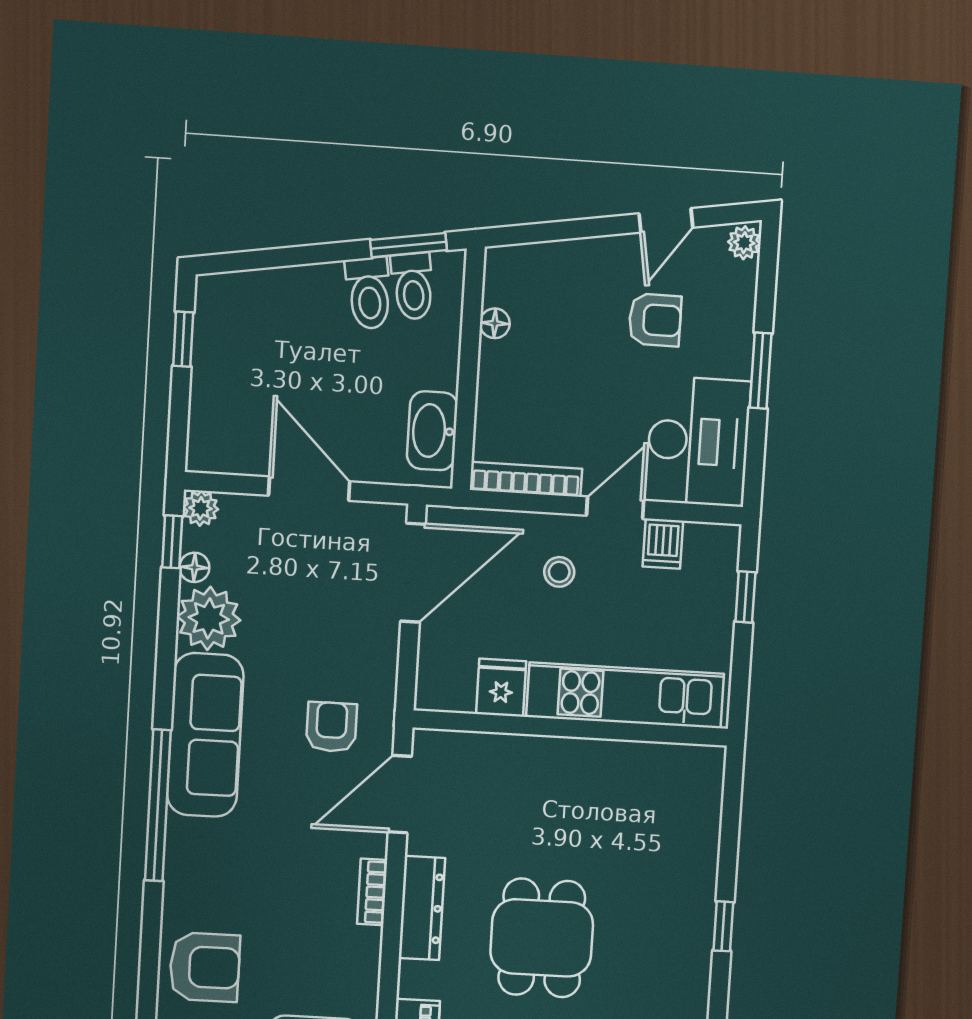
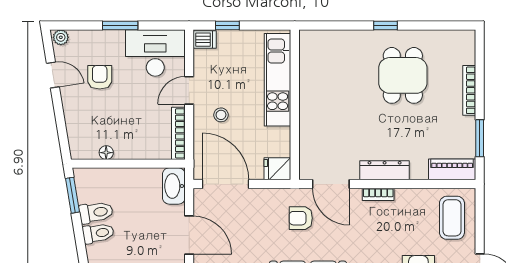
toilet: (413, 286) -> (98, 233), moved
washbasin: (432, 431) -> (174, 186), moved, turned 90
door: (309, 489) -> (189, 235), swing flipped
door: (615, 508) -> (189, 90), hinge flipped
dishwasher: (663, 544) -> (205, 40), moved
fridge: (501, 688) -> (277, 169), moved
dining table: (542, 938) -> (403, 75), moved, turned 90

